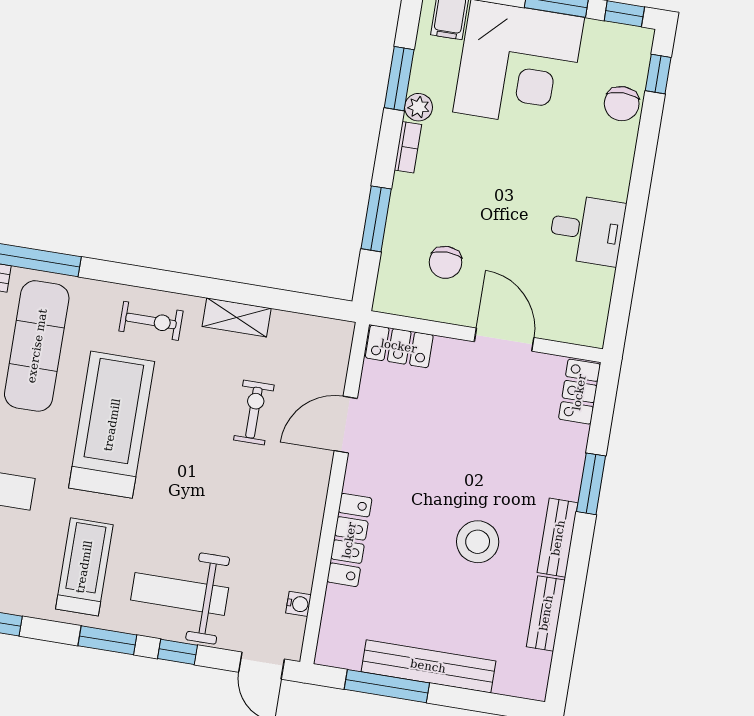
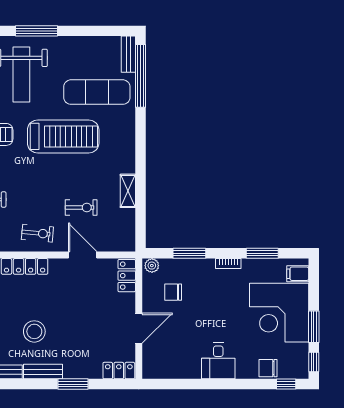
plant: (419, 107) -> (152, 266), moved
desk: (587, 230) -> (218, 361), moved
exercise bike: (151, 321) -> (37, 233), moved, turned -85

